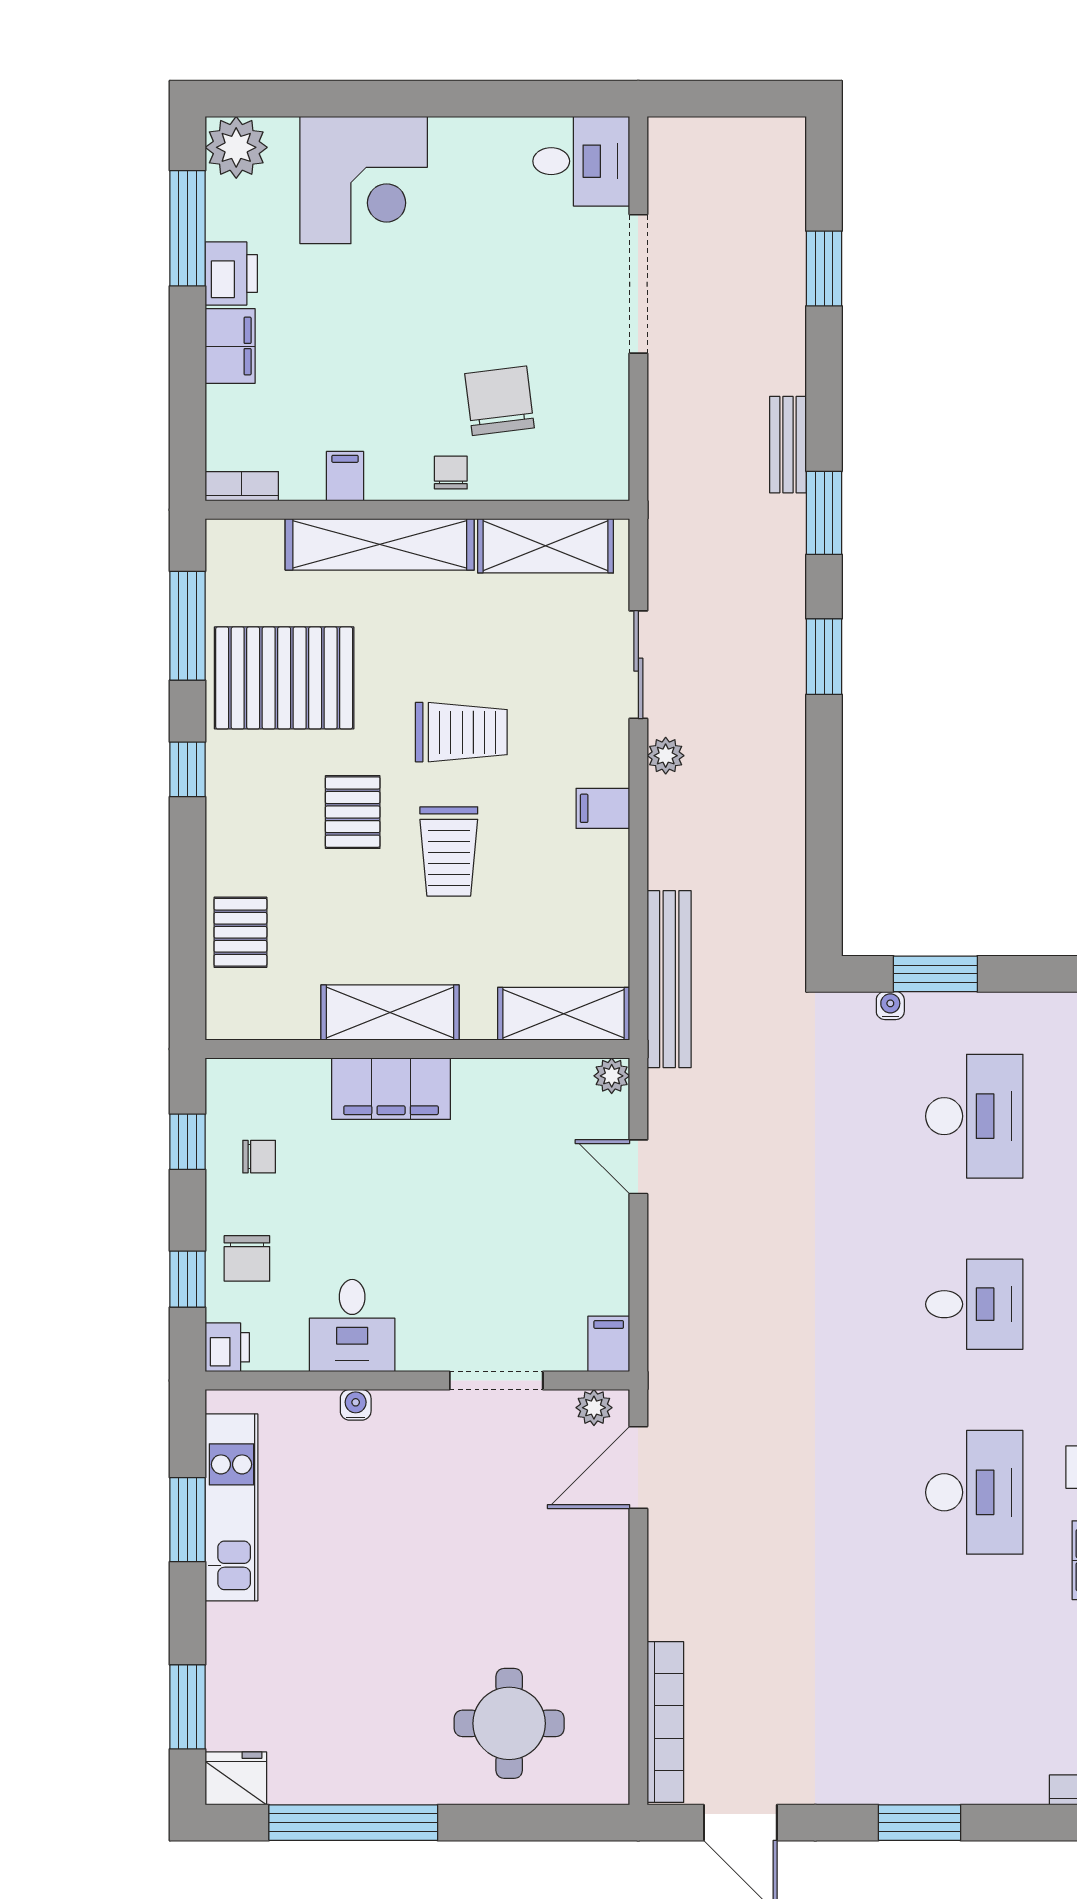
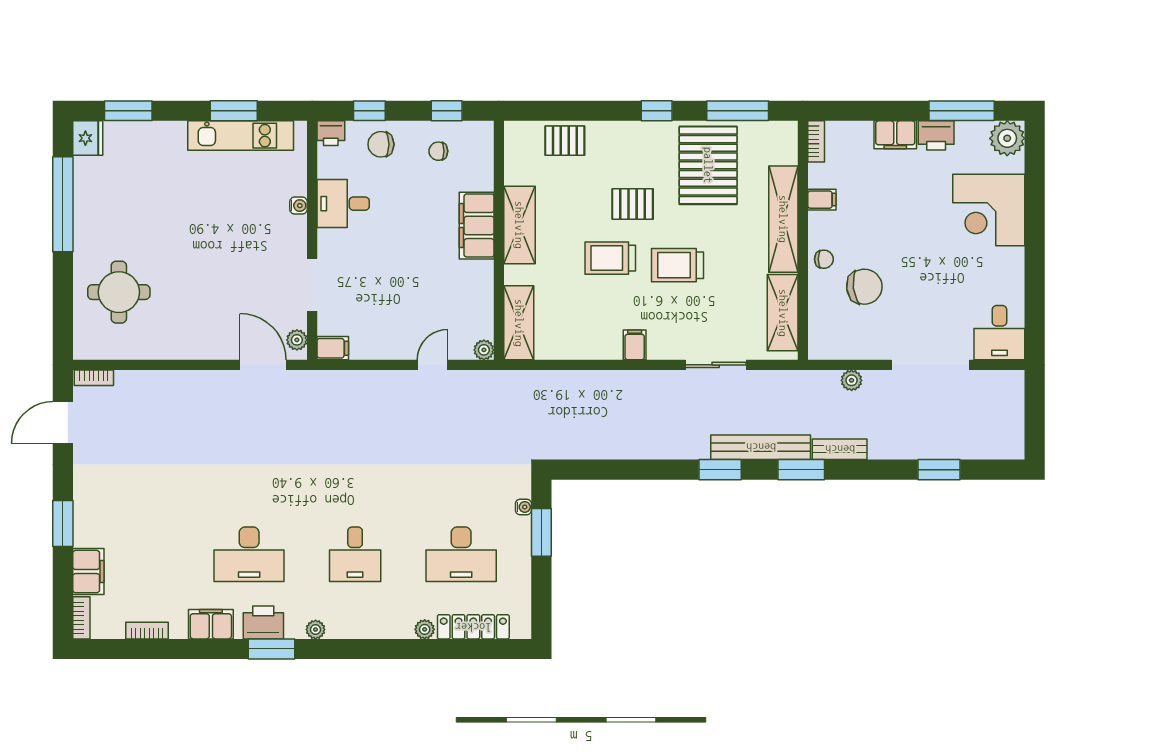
trolley: (461, 732) -> (678, 265), turned 90
plant: (666, 756) -> (852, 380), moved
bench: (669, 979) -> (761, 447), moved
chair: (259, 1157) -> (438, 151), turned 90
bookcase: (665, 1722) -> (94, 378), width x0.43, depth x0.76
filing cabinet: (1005, 1778) -> (88, 572), added

